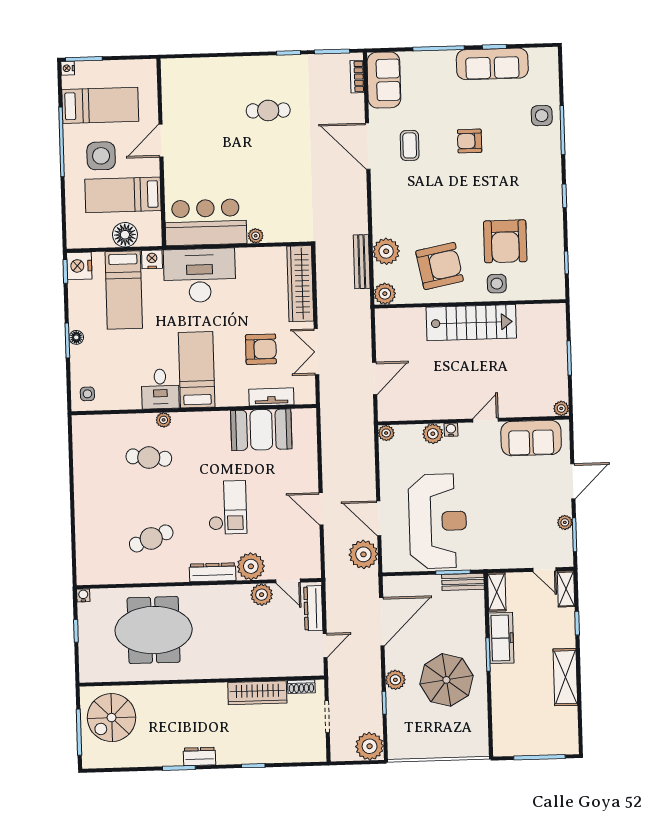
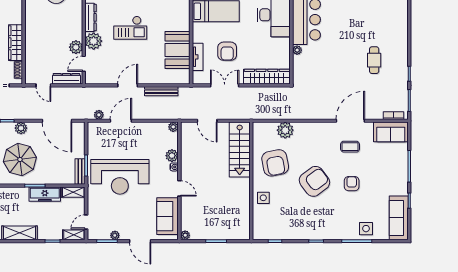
sofa: (492, 64) -> (399, 218), moved
armchair: (505, 241) -> (314, 181), moved, turned 143
bench: (362, 262) -> (161, 91), moved
plant: (385, 294) -> (259, 129), removed
stairs: (471, 323) -> (240, 150), moved
reception desk: (438, 521) -> (120, 177), moved
plant: (363, 554) -> (99, 115), width x0.53, depth x0.53

